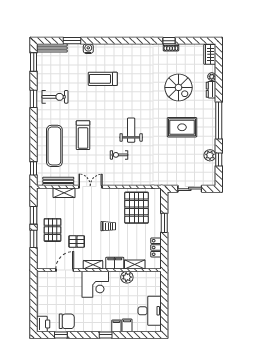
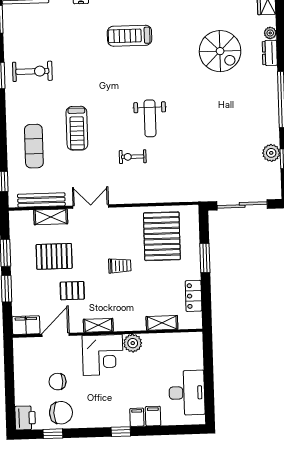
treadmill: (103, 79) -> (130, 36), moved
rug: (182, 127) -> (227, 112), removed
weight bench: (131, 130) -> (150, 118), turned 180
exercise mat: (54, 146) -> (34, 146), width x0.73, depth x0.69
sliding door: (190, 189) -> (242, 205), width x1.37
pallet: (53, 230) -> (54, 256), moved, turned 90
filing cabinet: (115, 263) -> (26, 325), moved
plant: (127, 277) -> (133, 343), moved
chair: (65, 301) -> (58, 382), added

